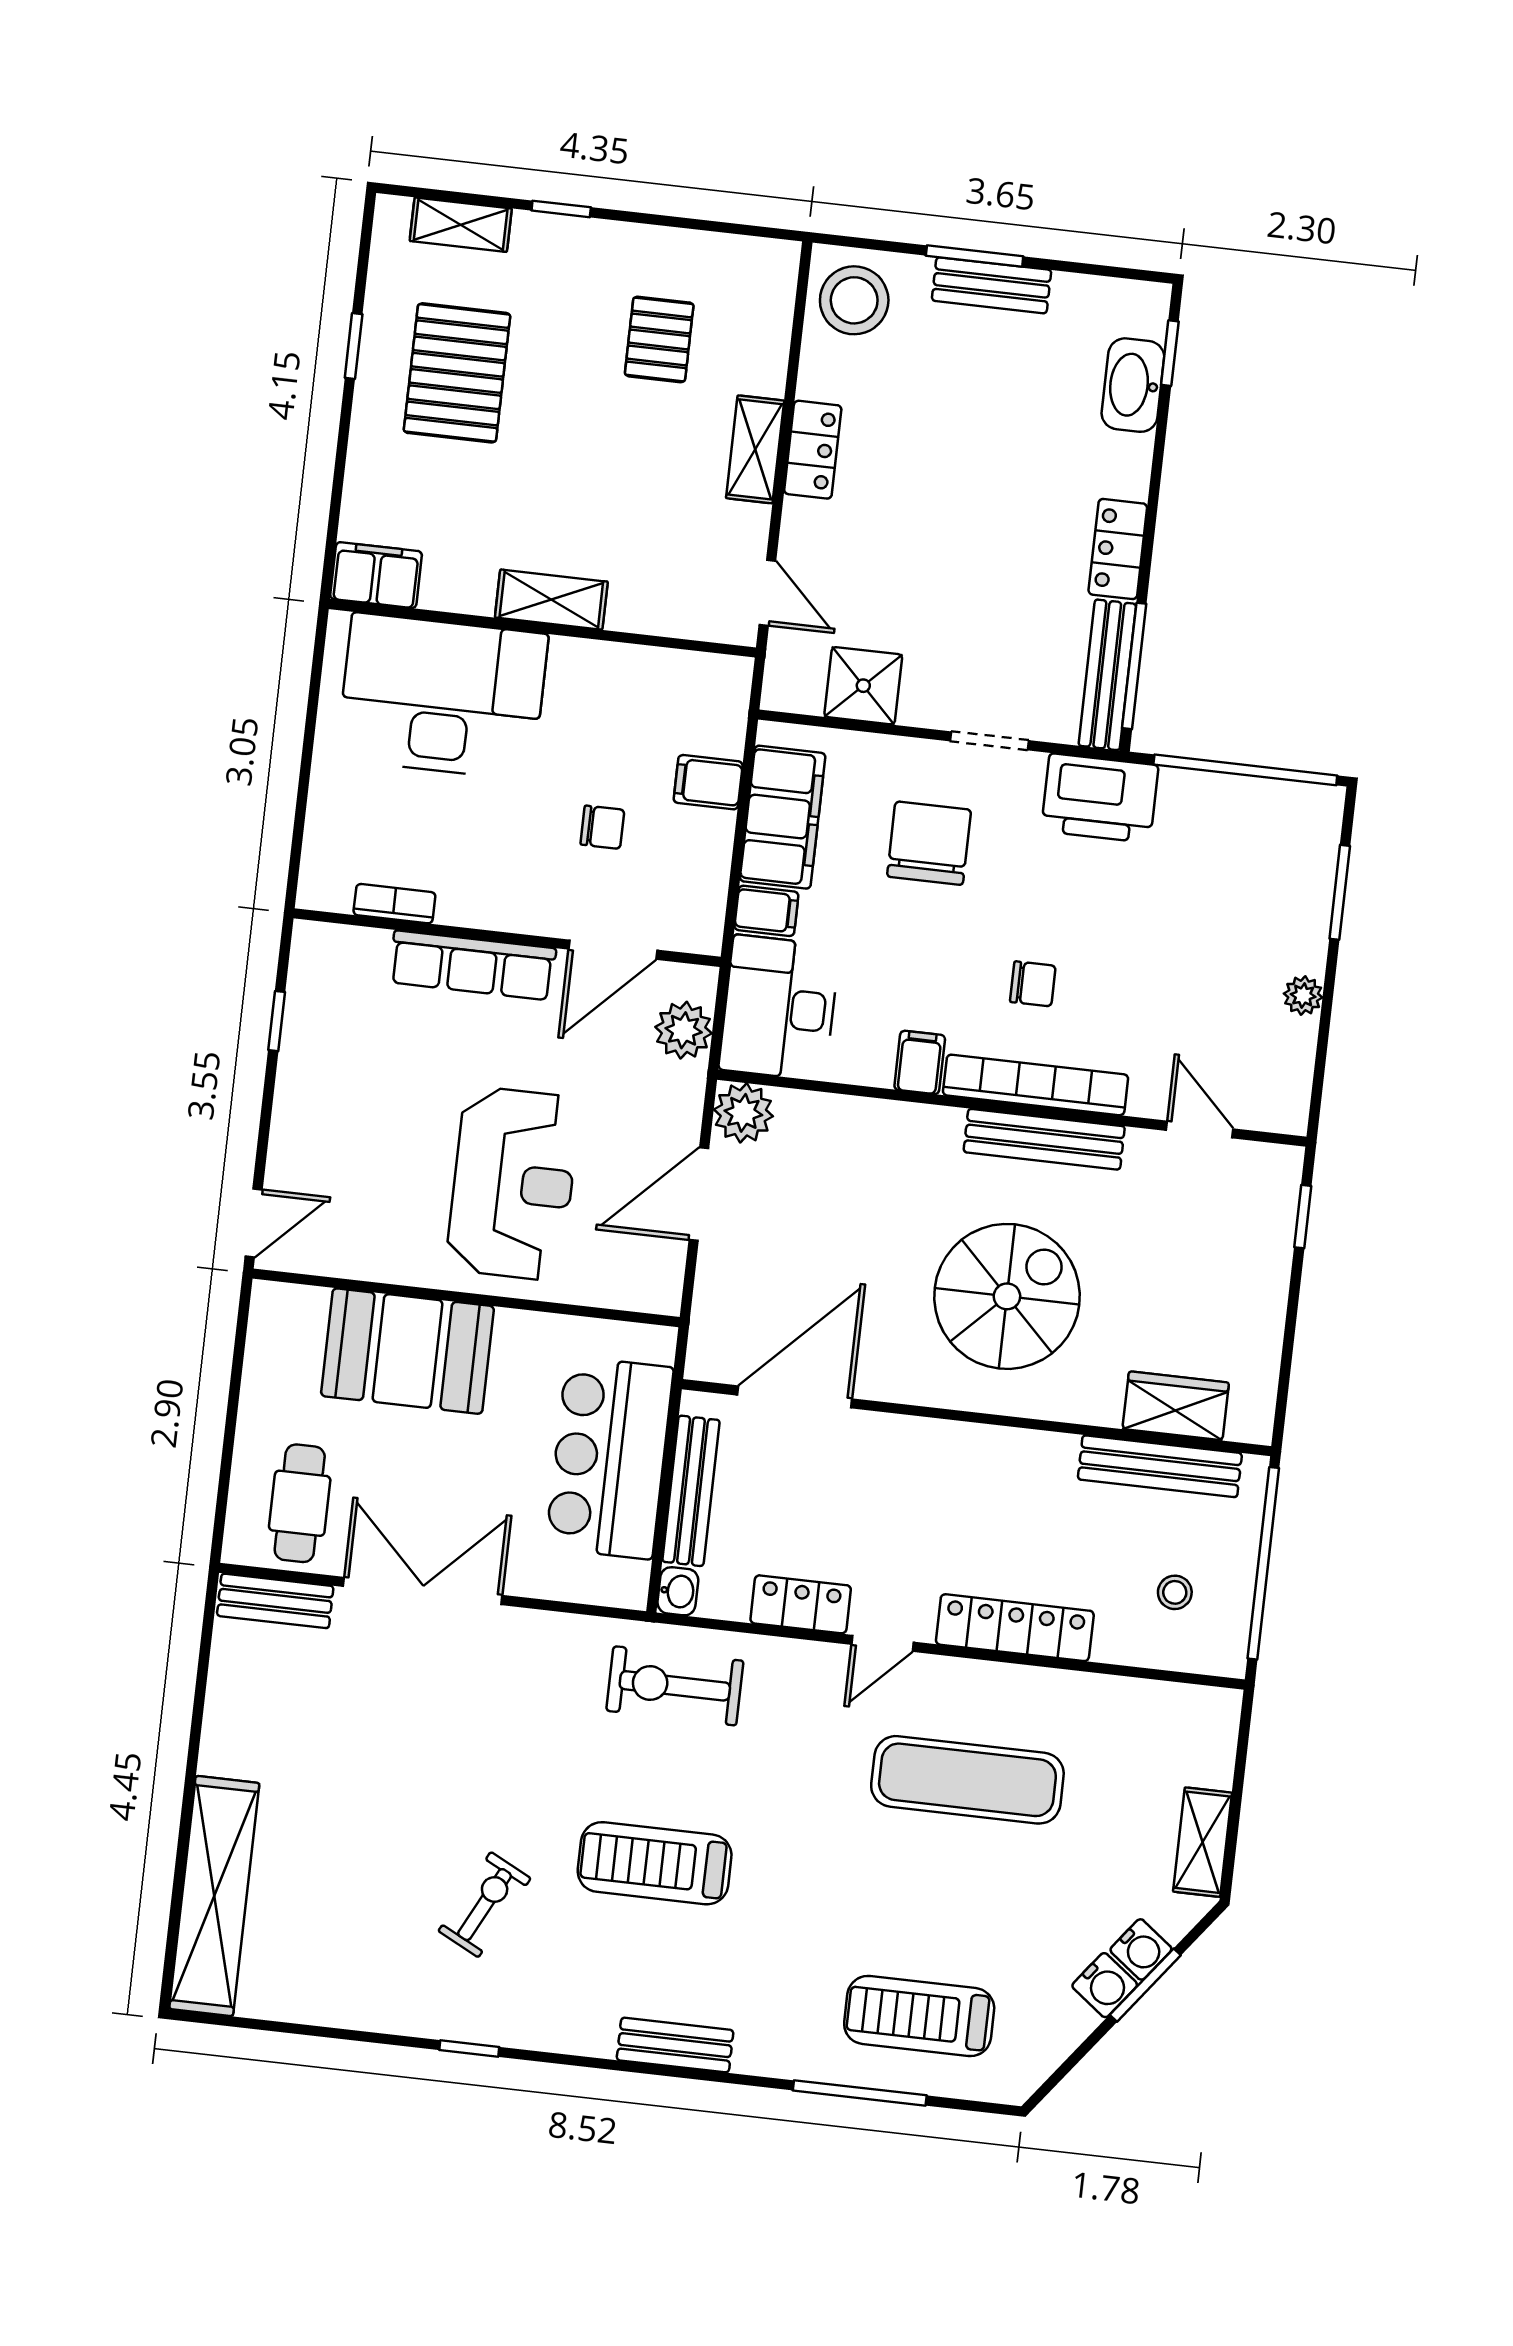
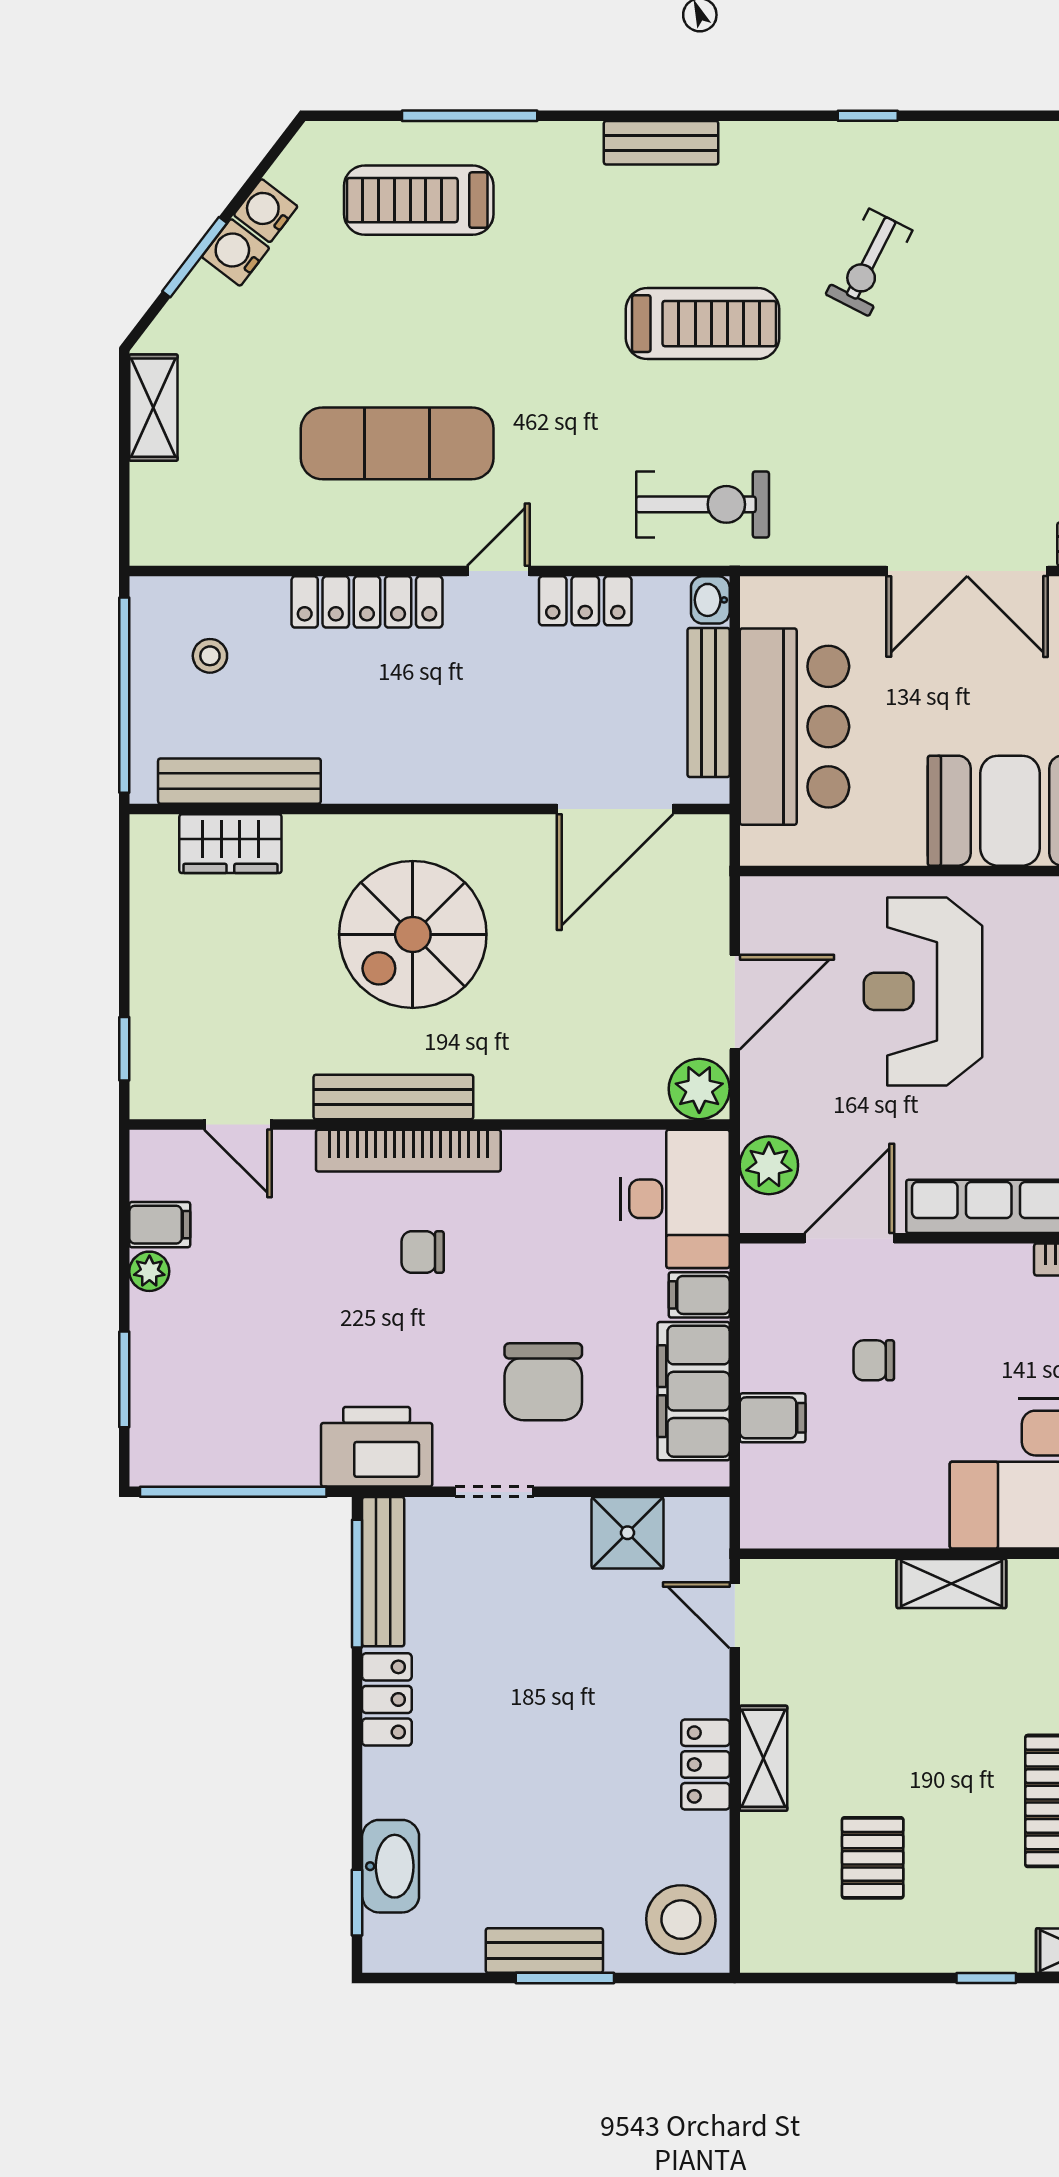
filing cabinet: (920, 1062) -> (160, 1225), moved, turned -90
water cooler: (1141, 1949) -> (266, 211), moved
treadmill: (919, 2016) -> (419, 200), turned 180

